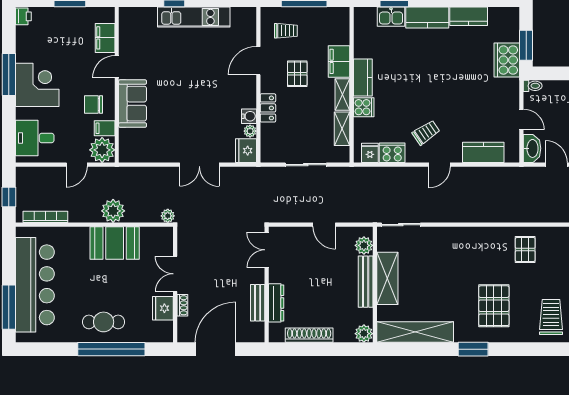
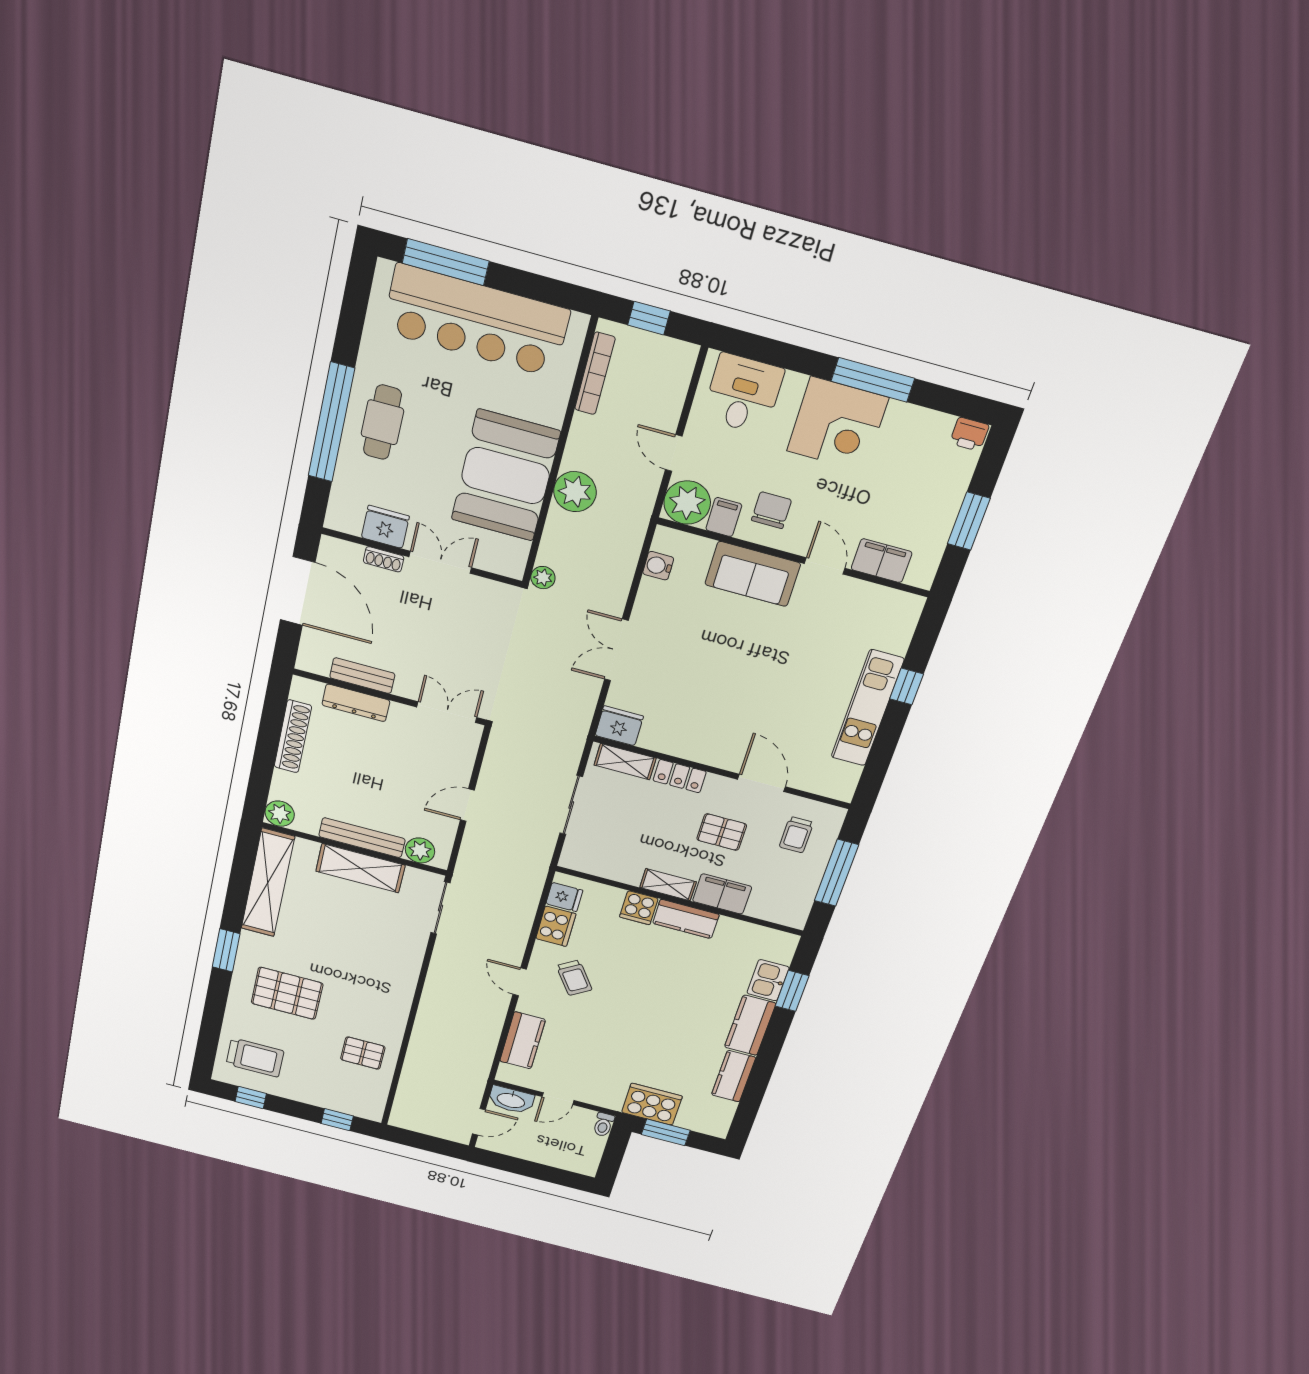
water cooler: (249, 116) -> (658, 566), moved, turned 90
shelving: (342, 129) -> (625, 762), moved
plant: (250, 131) -> (650, 740), removed
booth: (115, 243) -> (505, 476), width x1.36, depth x1.42

